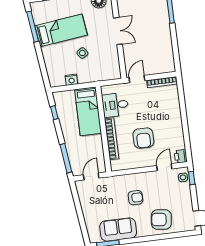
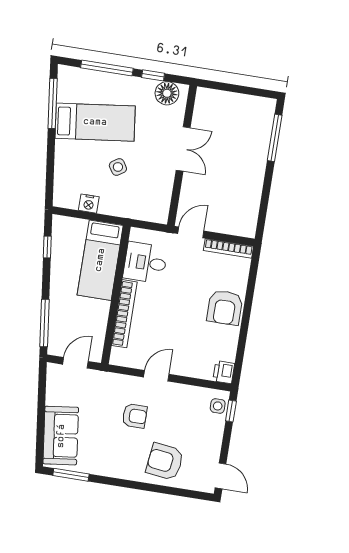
armchair: (143, 138) -> (225, 308), moved
door: (164, 167) -> (156, 376), moved
sofa: (118, 229) -> (61, 436), moved, turned 83

